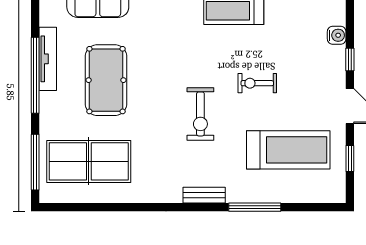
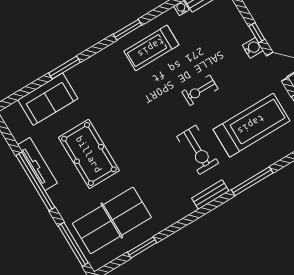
water cooler: (337, 35) -> (253, 48), moved
exercise bike: (200, 114) -> (198, 150), moved
window: (103, 207) -> (142, 247), added

